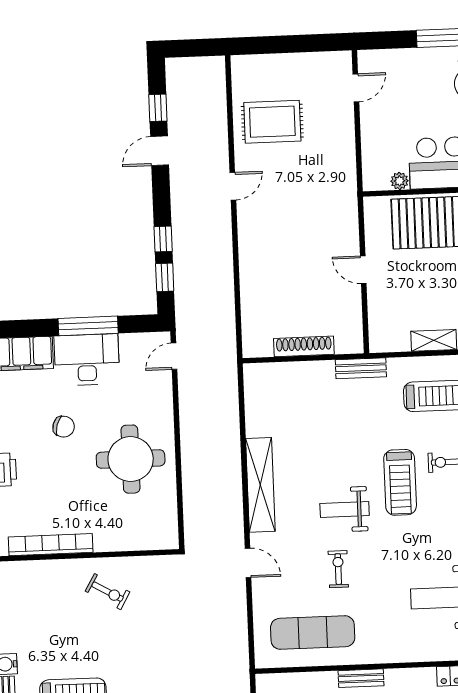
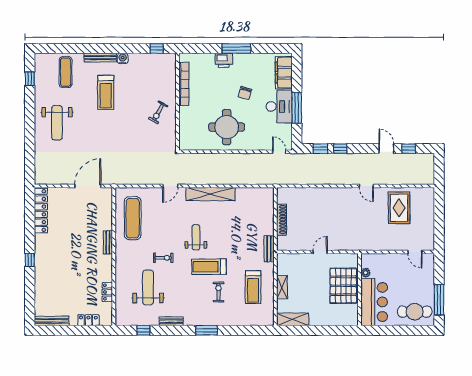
exercise bike: (338, 569) -> (163, 258), moved

